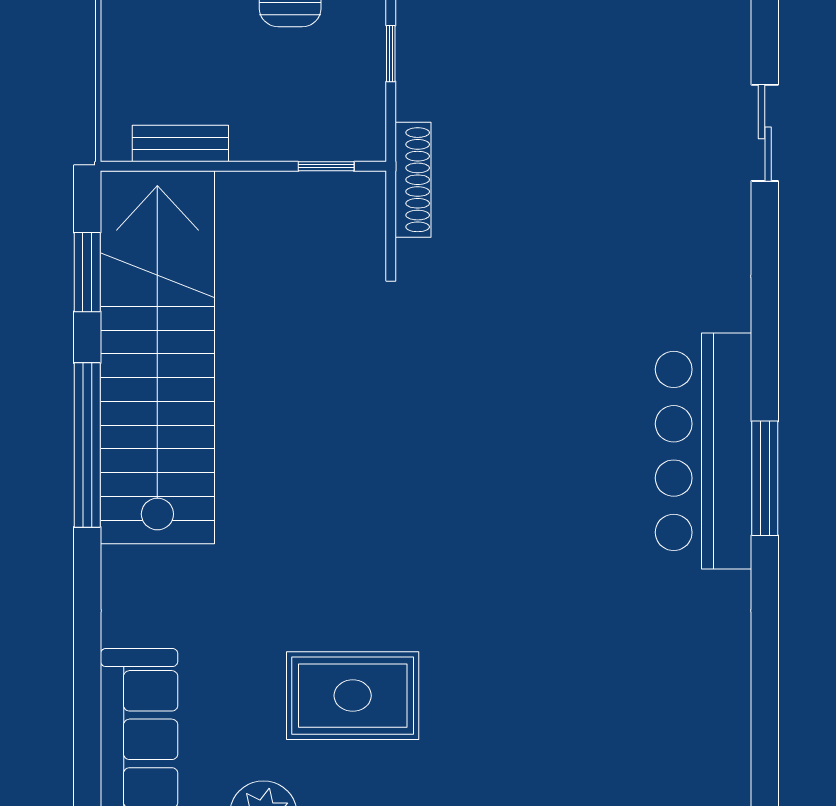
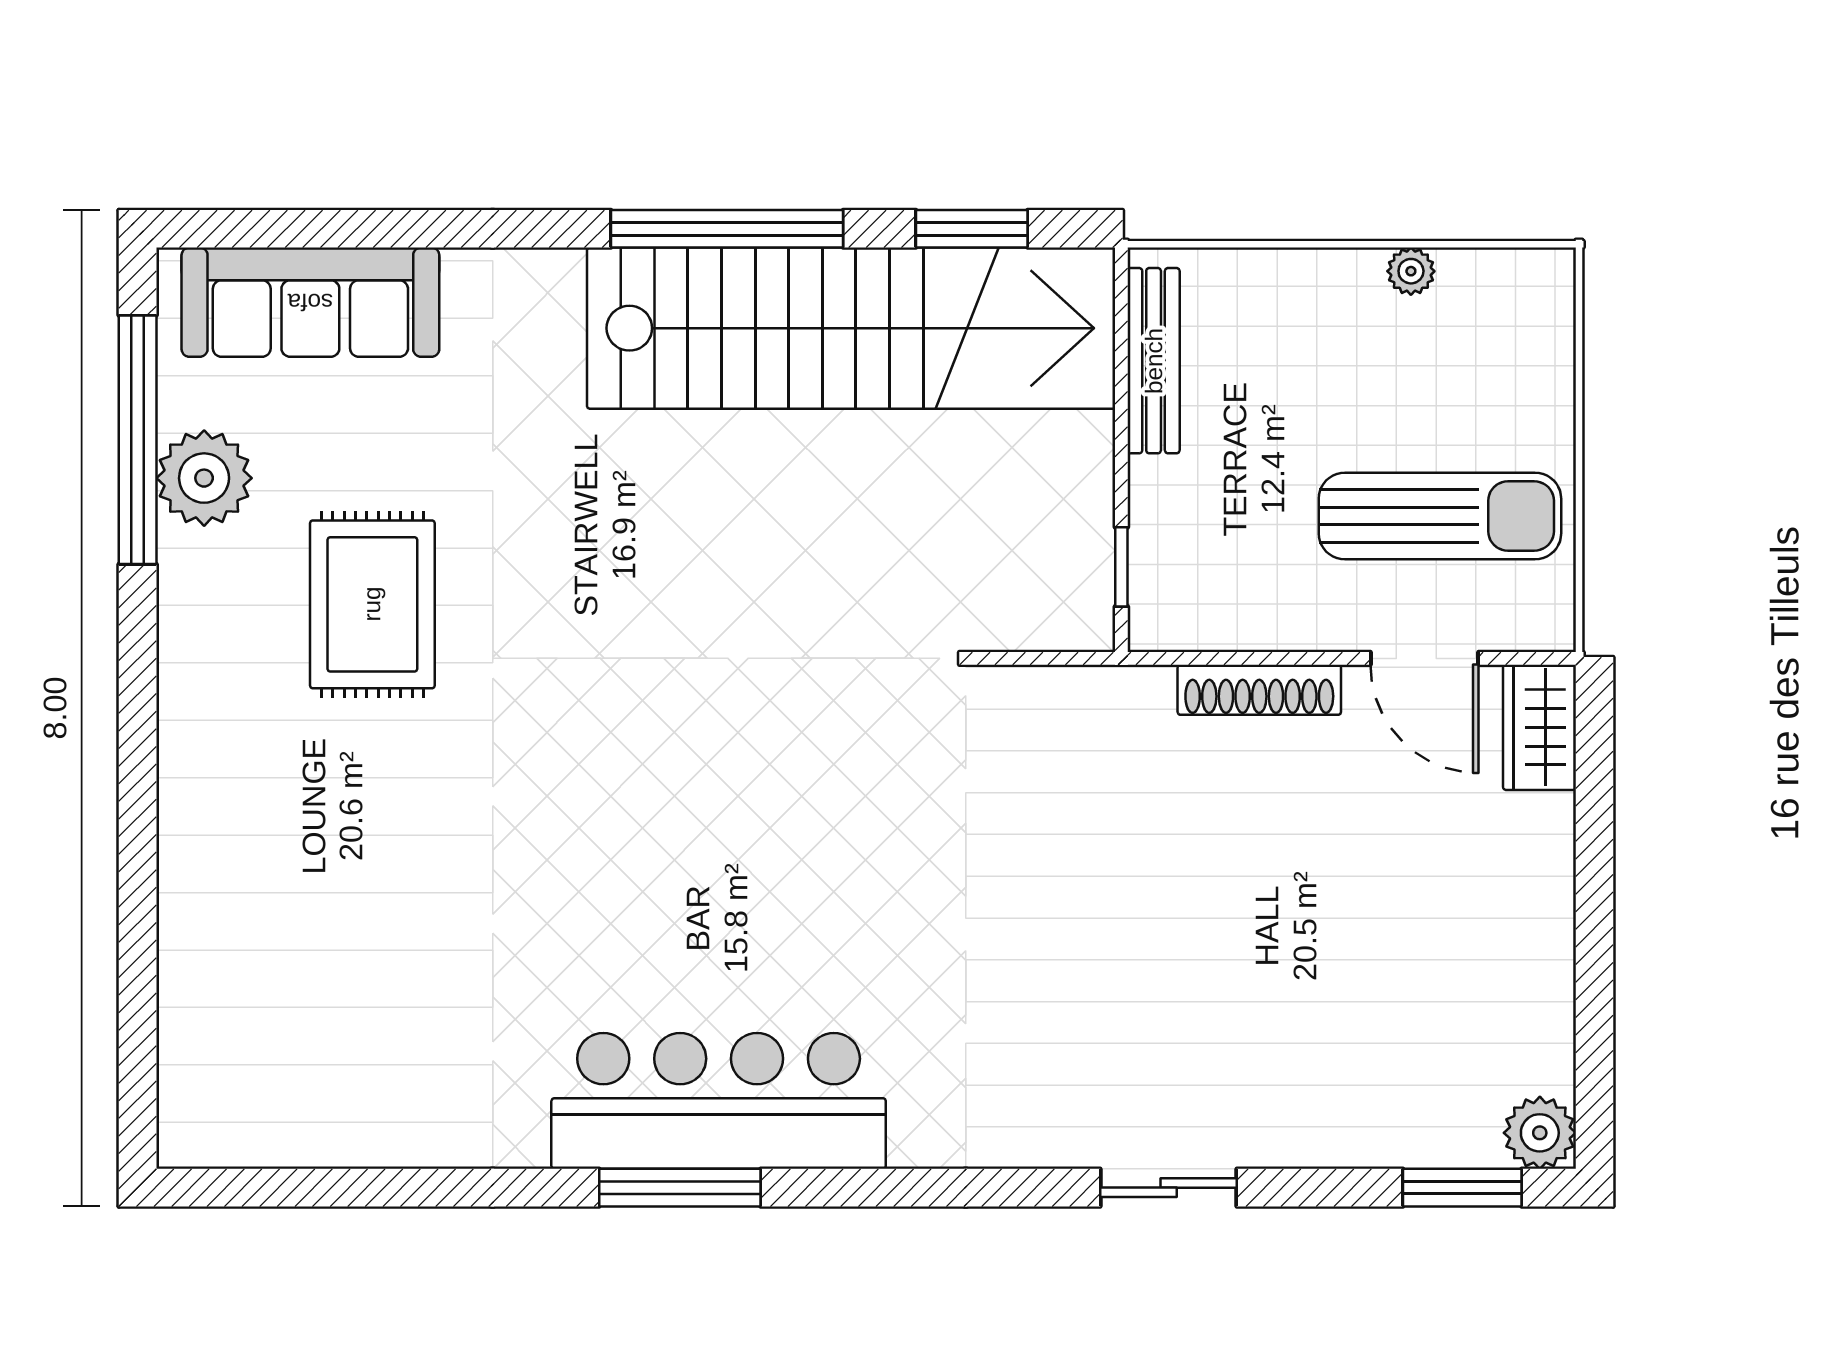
window: (391, 54) -> (1281, 658), removed
bench: (180, 144) -> (1154, 361), width x1.36
shoe rack: (413, 180) -> (1259, 690), moved

